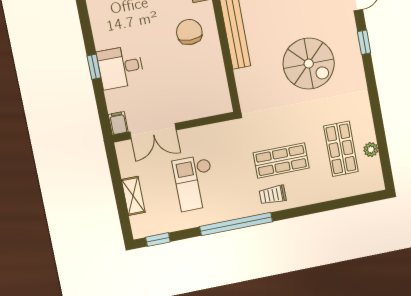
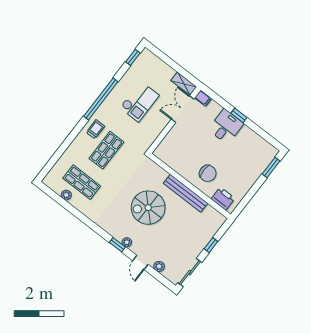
plant: (351, 36) -> (127, 242), added
spiral stairs: (309, 64) -> (148, 208), moved
checkout: (195, 183) -> (139, 101), turned 90
shelving: (133, 196) -> (184, 84), moved

